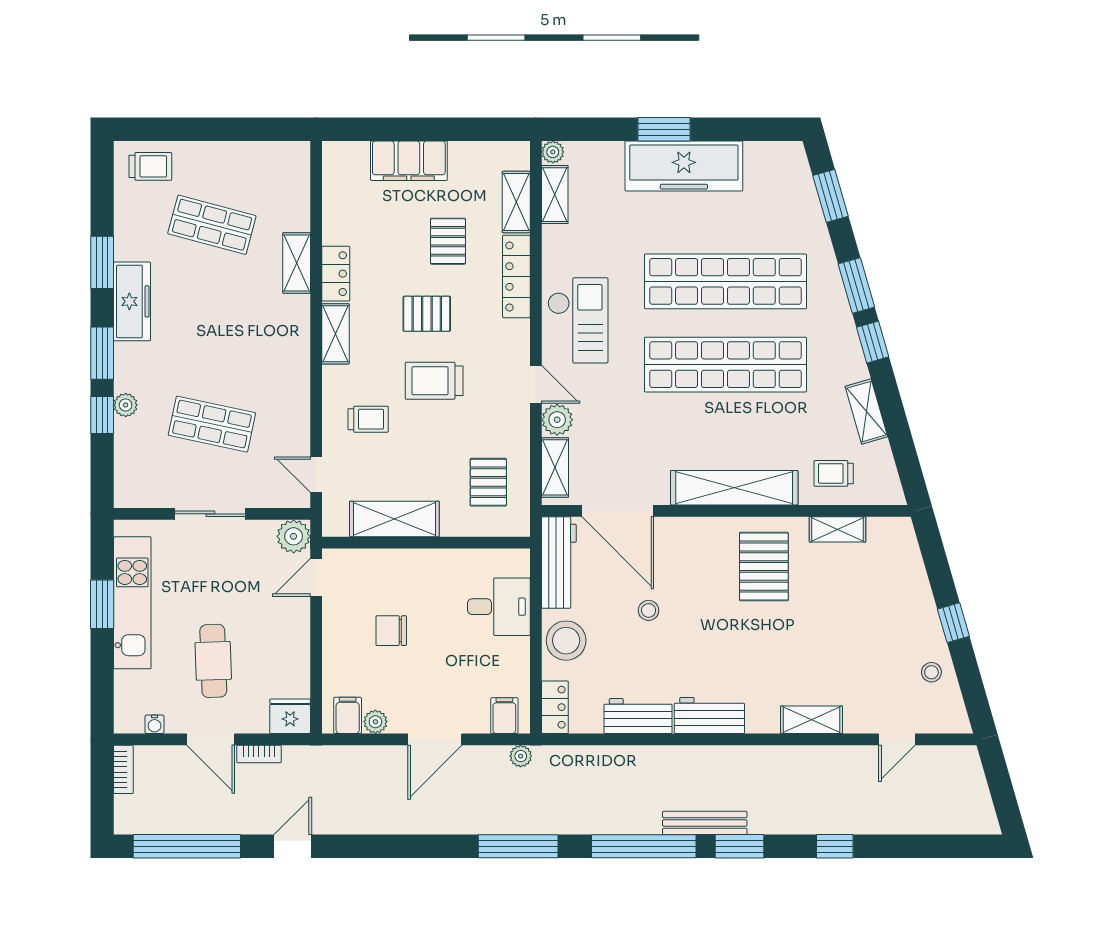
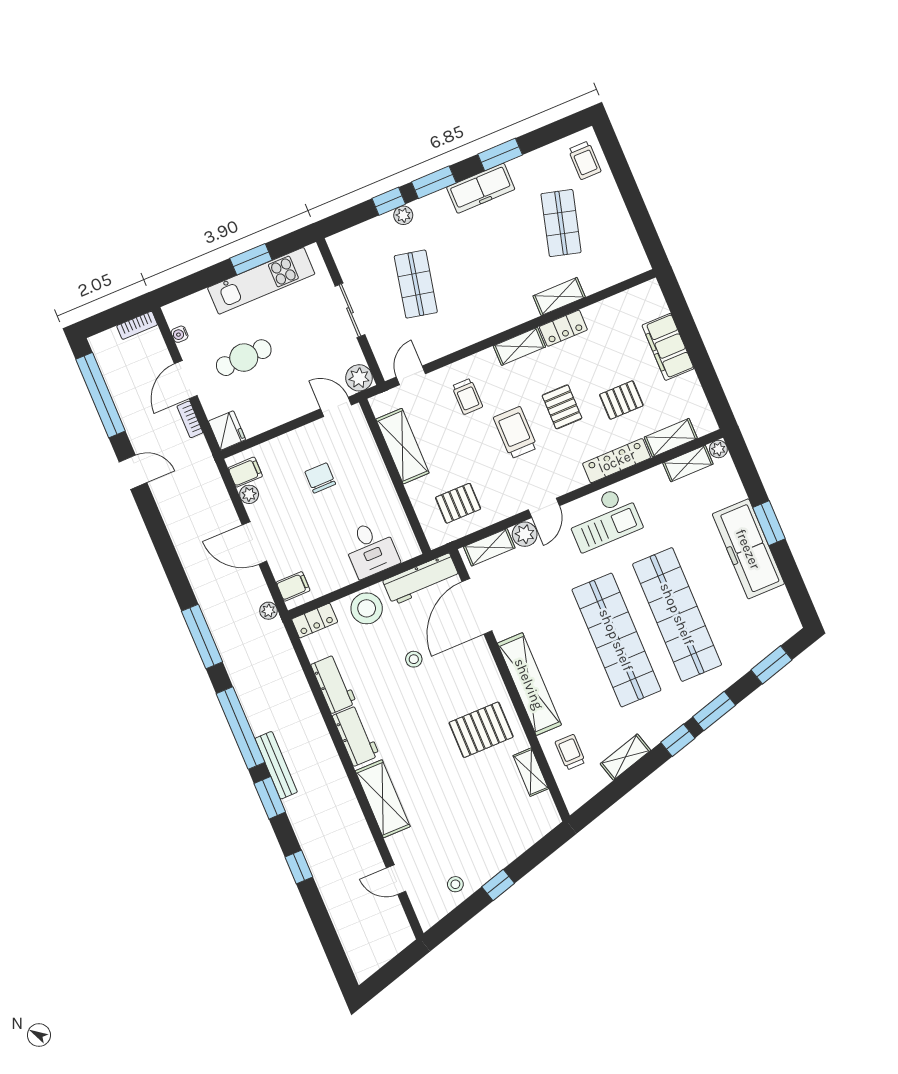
shelving: (811, 720) -> (383, 799), width x1.50, depth x1.33

